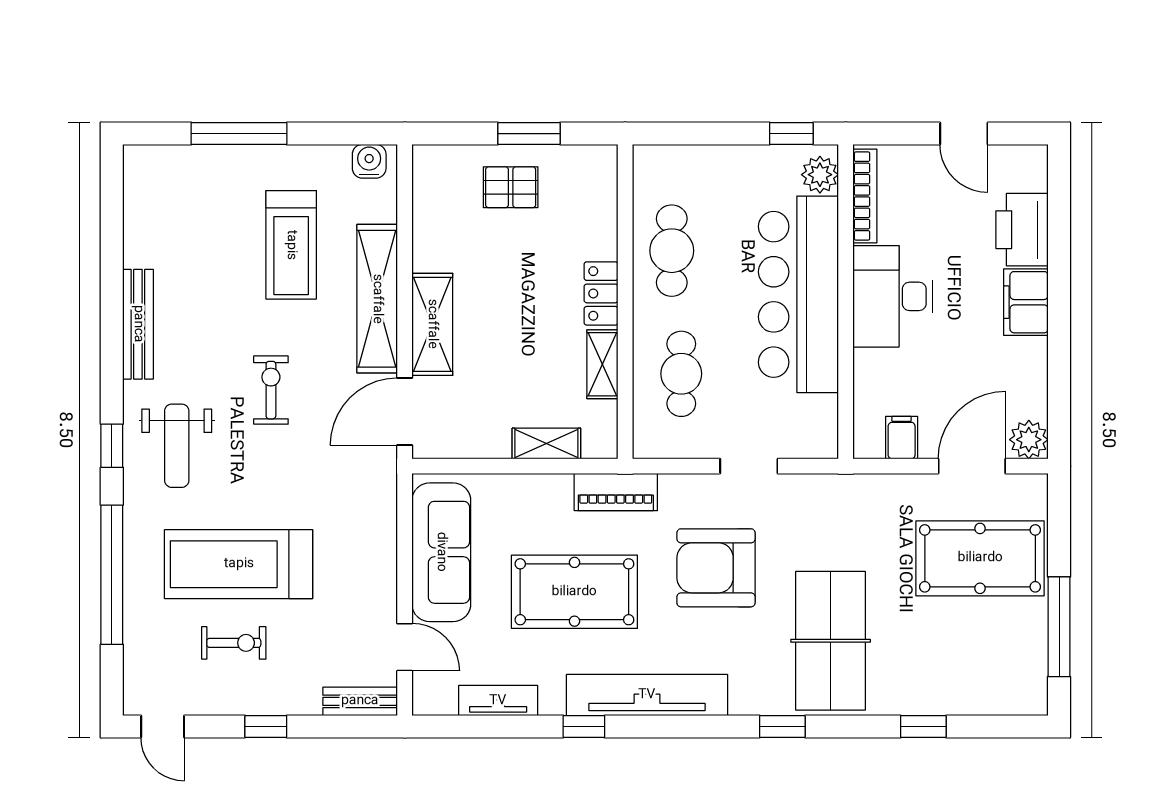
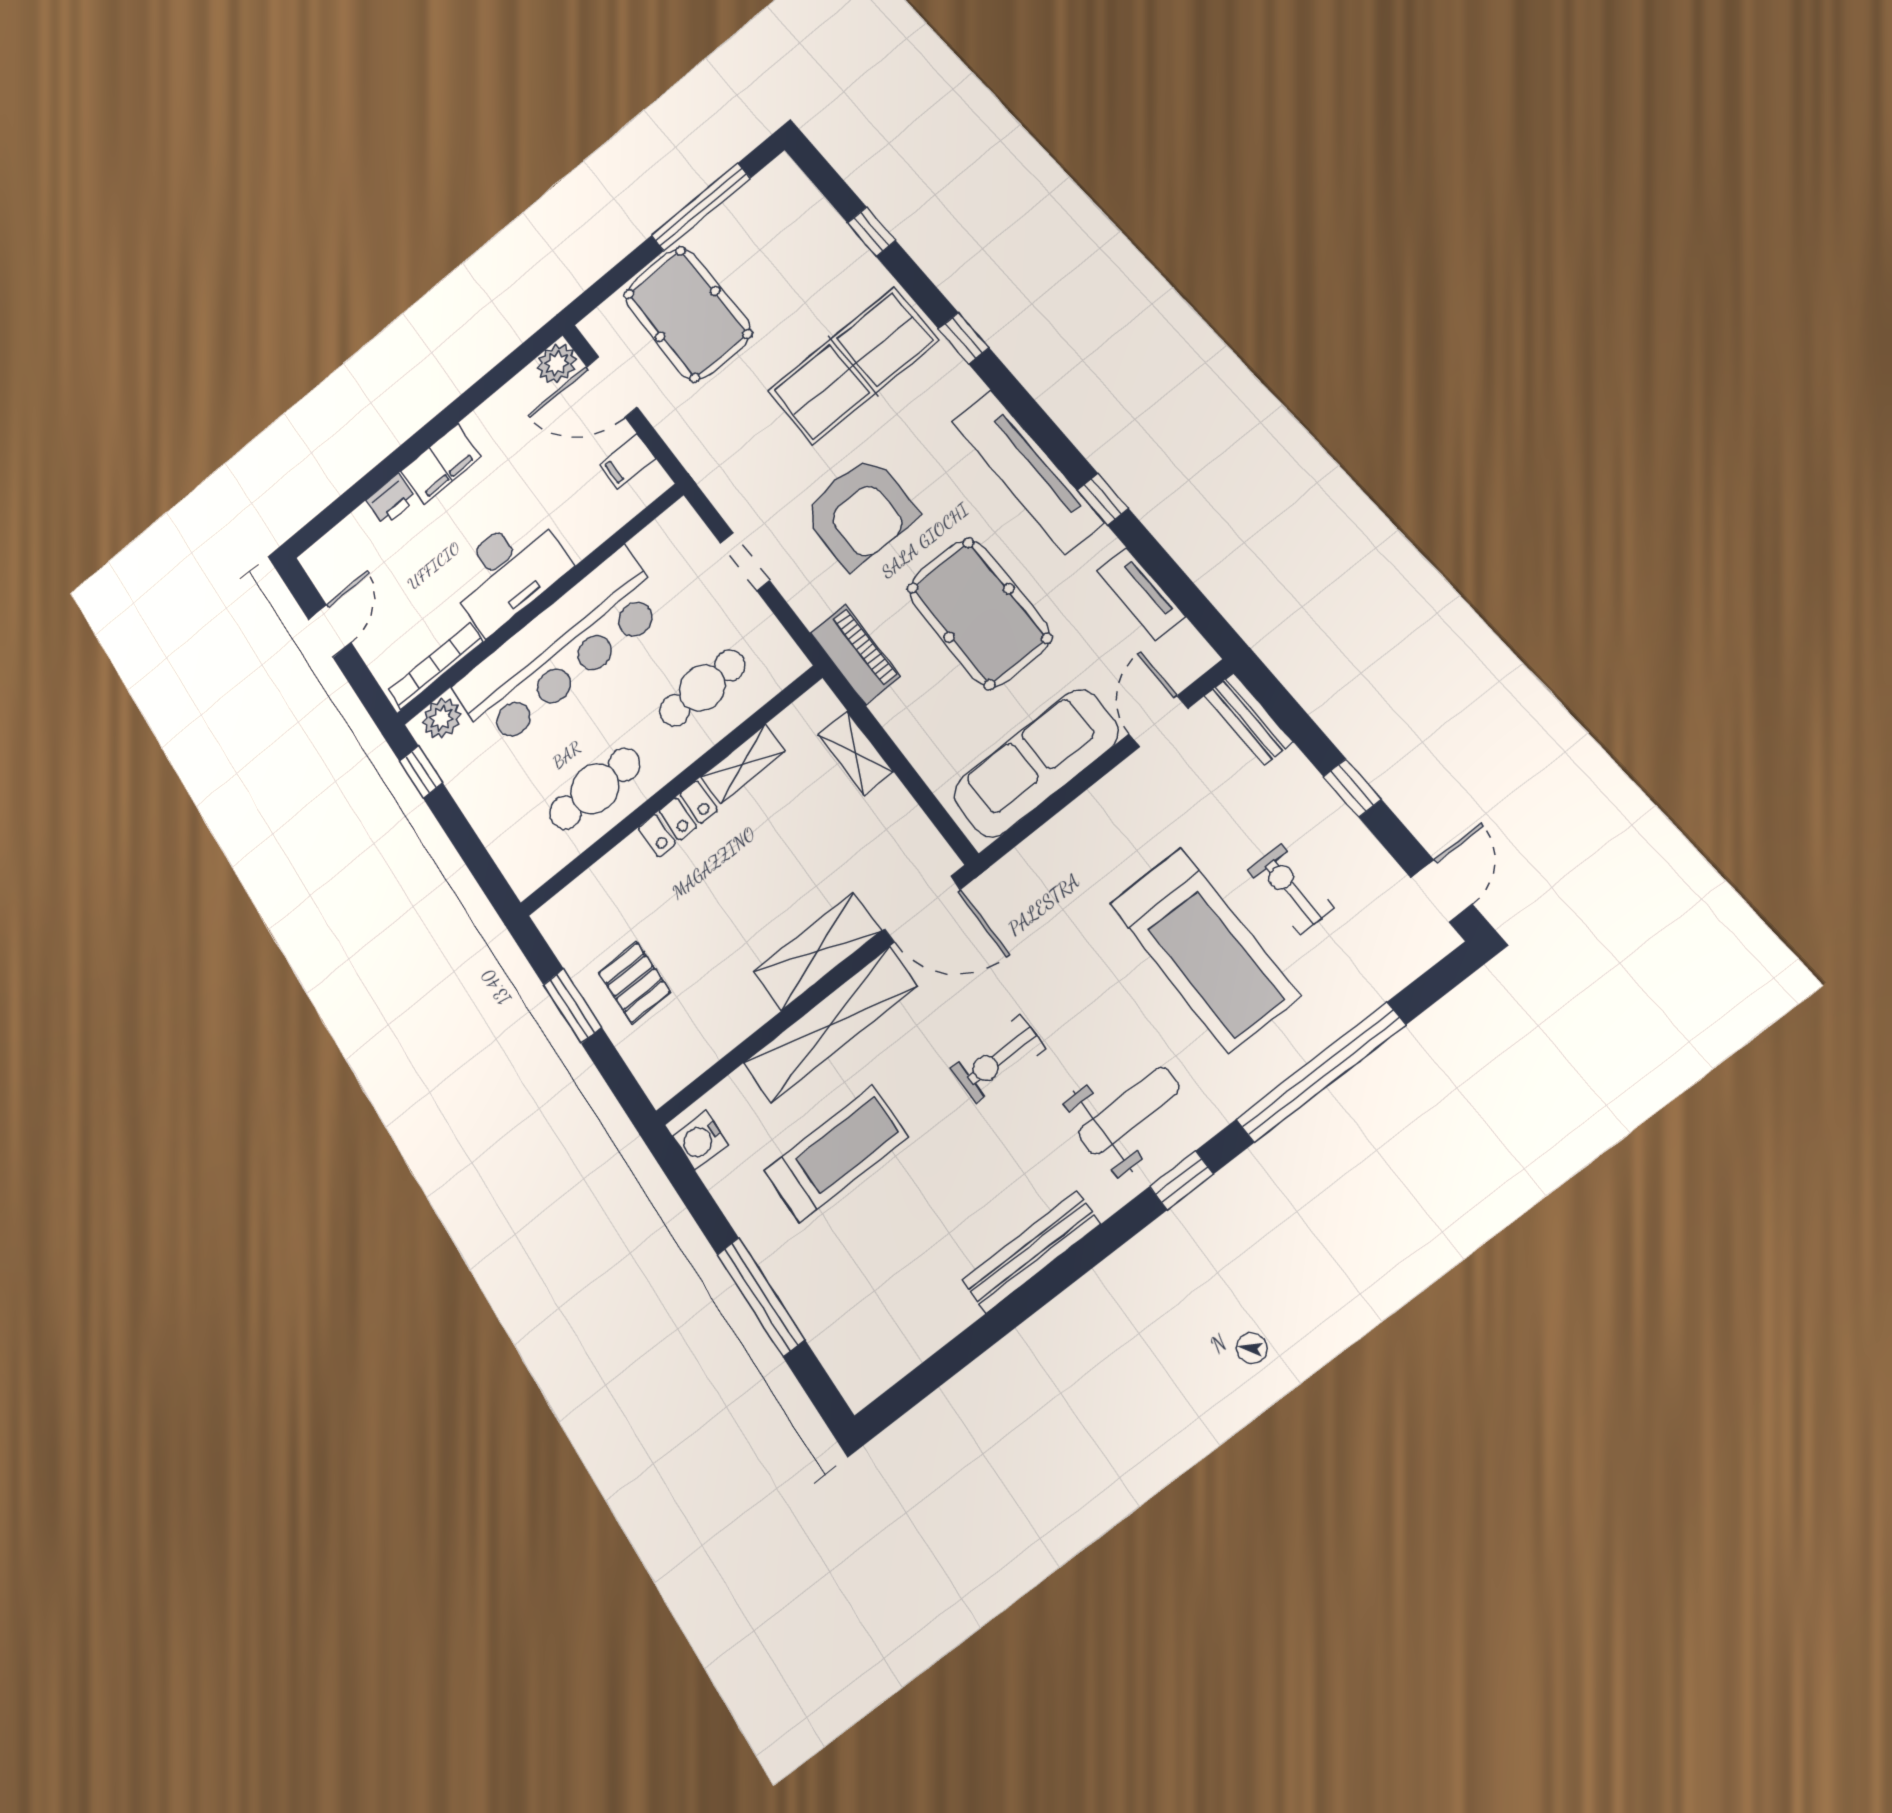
printer: (1022, 230) -> (391, 500), width x0.53, depth x0.68

